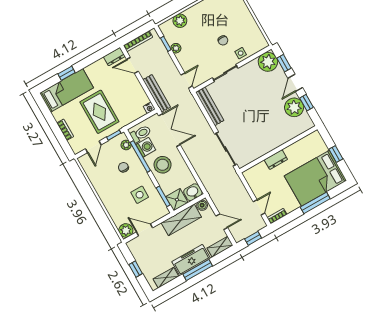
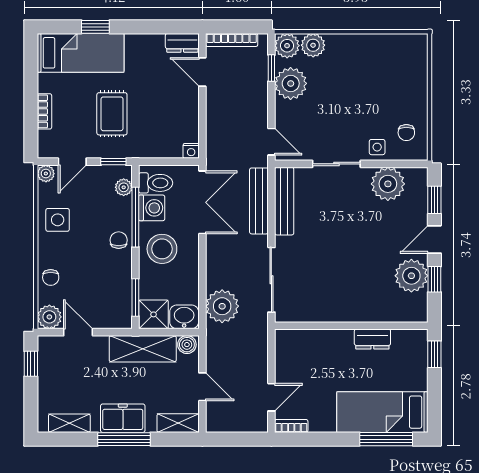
plant: (167, 28) -> (287, 46), added
chair: (223, 40) -> (406, 133), moved
plant: (176, 48) -> (291, 83), width x1.88, depth x1.88
plant: (268, 62) -> (388, 184), moved
door: (187, 80) -> (271, 142), hinge flipped
bench: (157, 93) -> (259, 201), moved
rug: (99, 112) -> (112, 114), width x0.73, depth x0.70
window: (336, 154) -> (434, 354), moved
plant: (83, 160) -> (46, 174), added
dresser: (276, 160) -> (372, 339), moved
chair: (123, 167) -> (119, 240), moved
plant: (209, 176) -> (222, 306), added
bed: (315, 178) -> (382, 412), width x0.67
side table: (140, 195) -> (58, 220), moved
window: (315, 203) -> (386, 439), moved
chair: (115, 210) -> (51, 277), added
window: (253, 238) -> (236, 439), removed
freezer: (191, 260) -> (123, 418), width x0.71
window: (136, 269) -> (31, 364), moved

